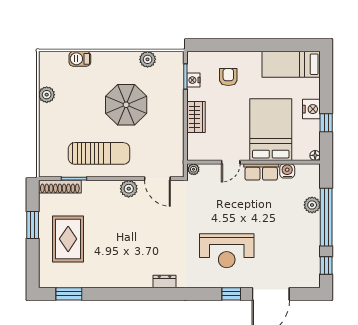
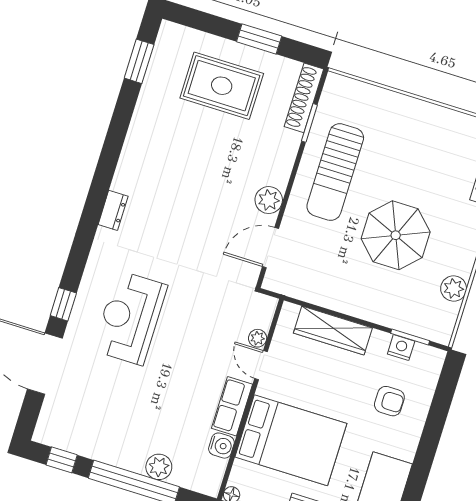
plant: (47, 95) -> (448, 121), removed
wardrobe: (196, 117) -> (333, 330), width x1.50
plant: (194, 169) -> (258, 338), moved

